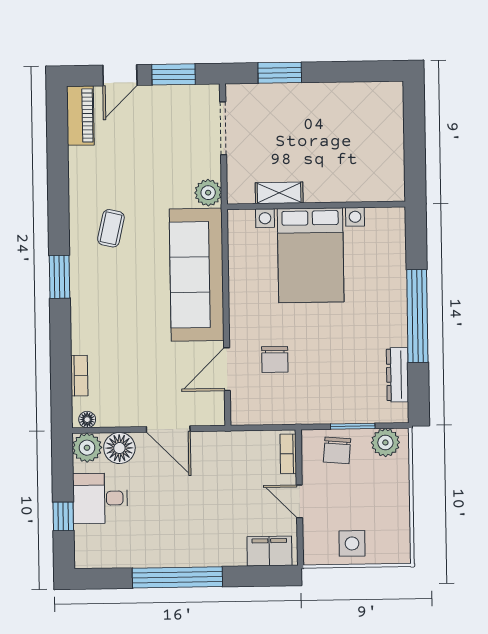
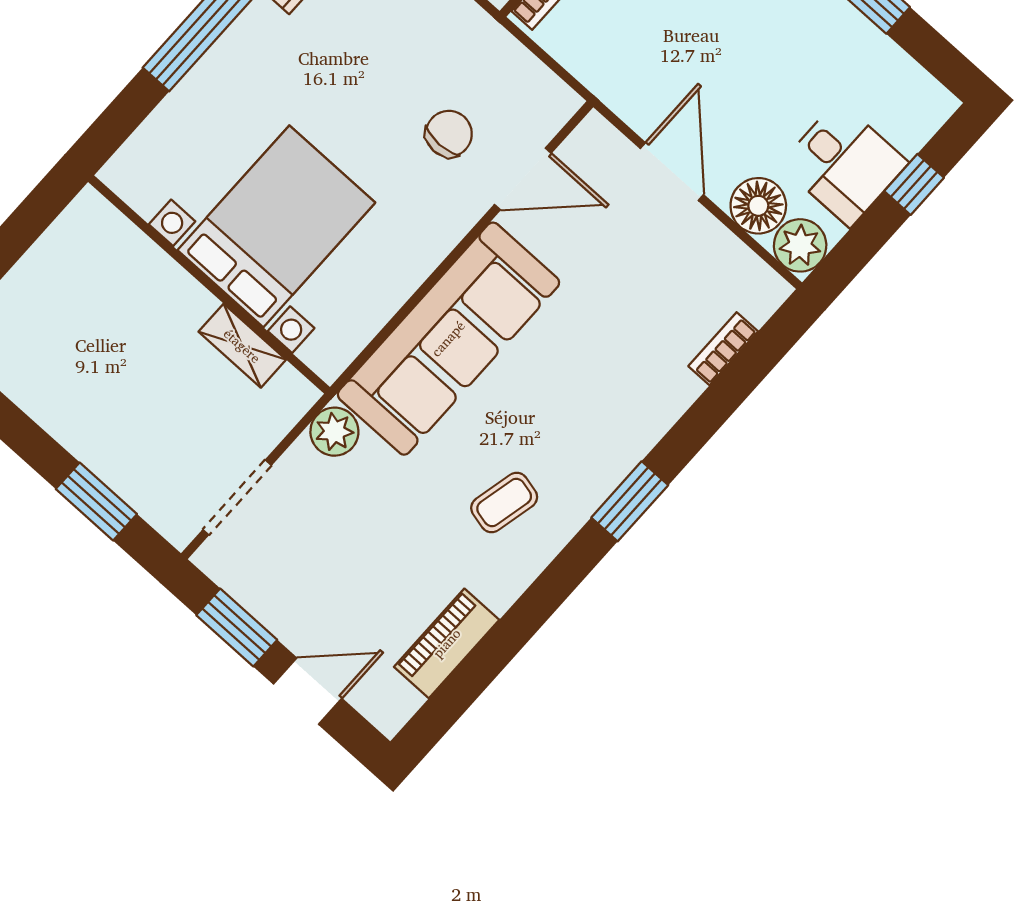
piano: (80, 116) -> (447, 643), moved
floor lamp: (87, 420) -> (766, 282), removed

